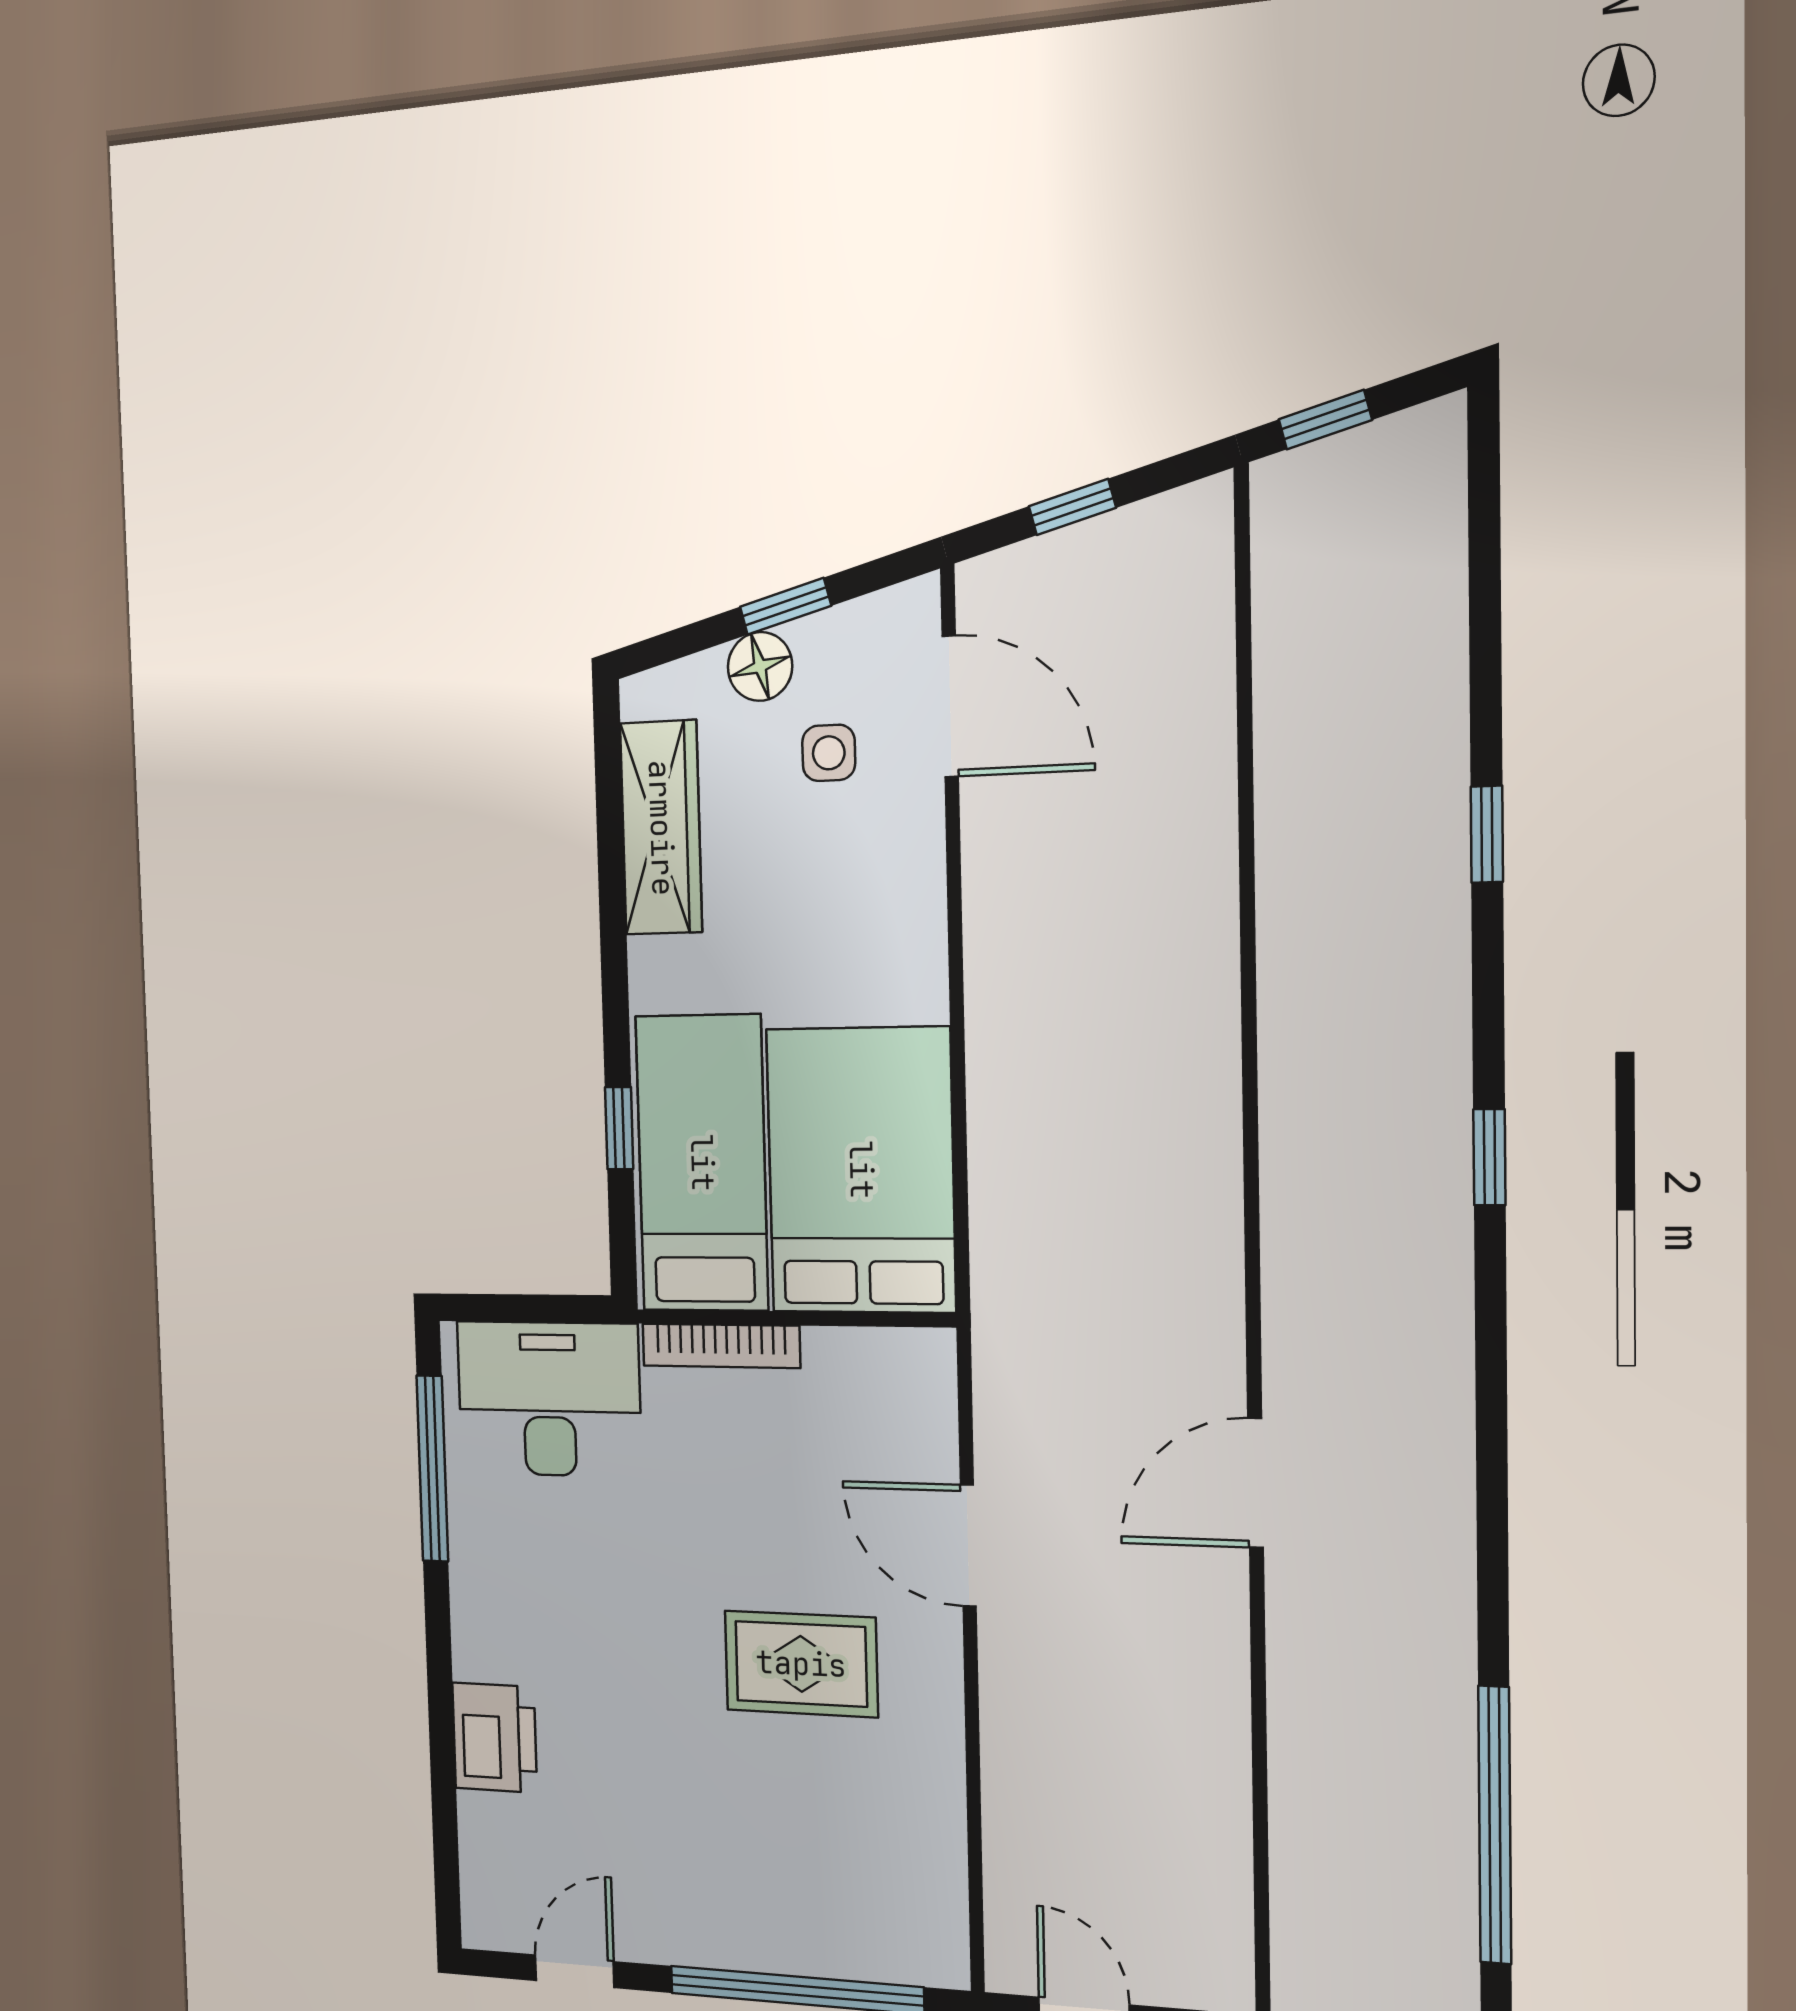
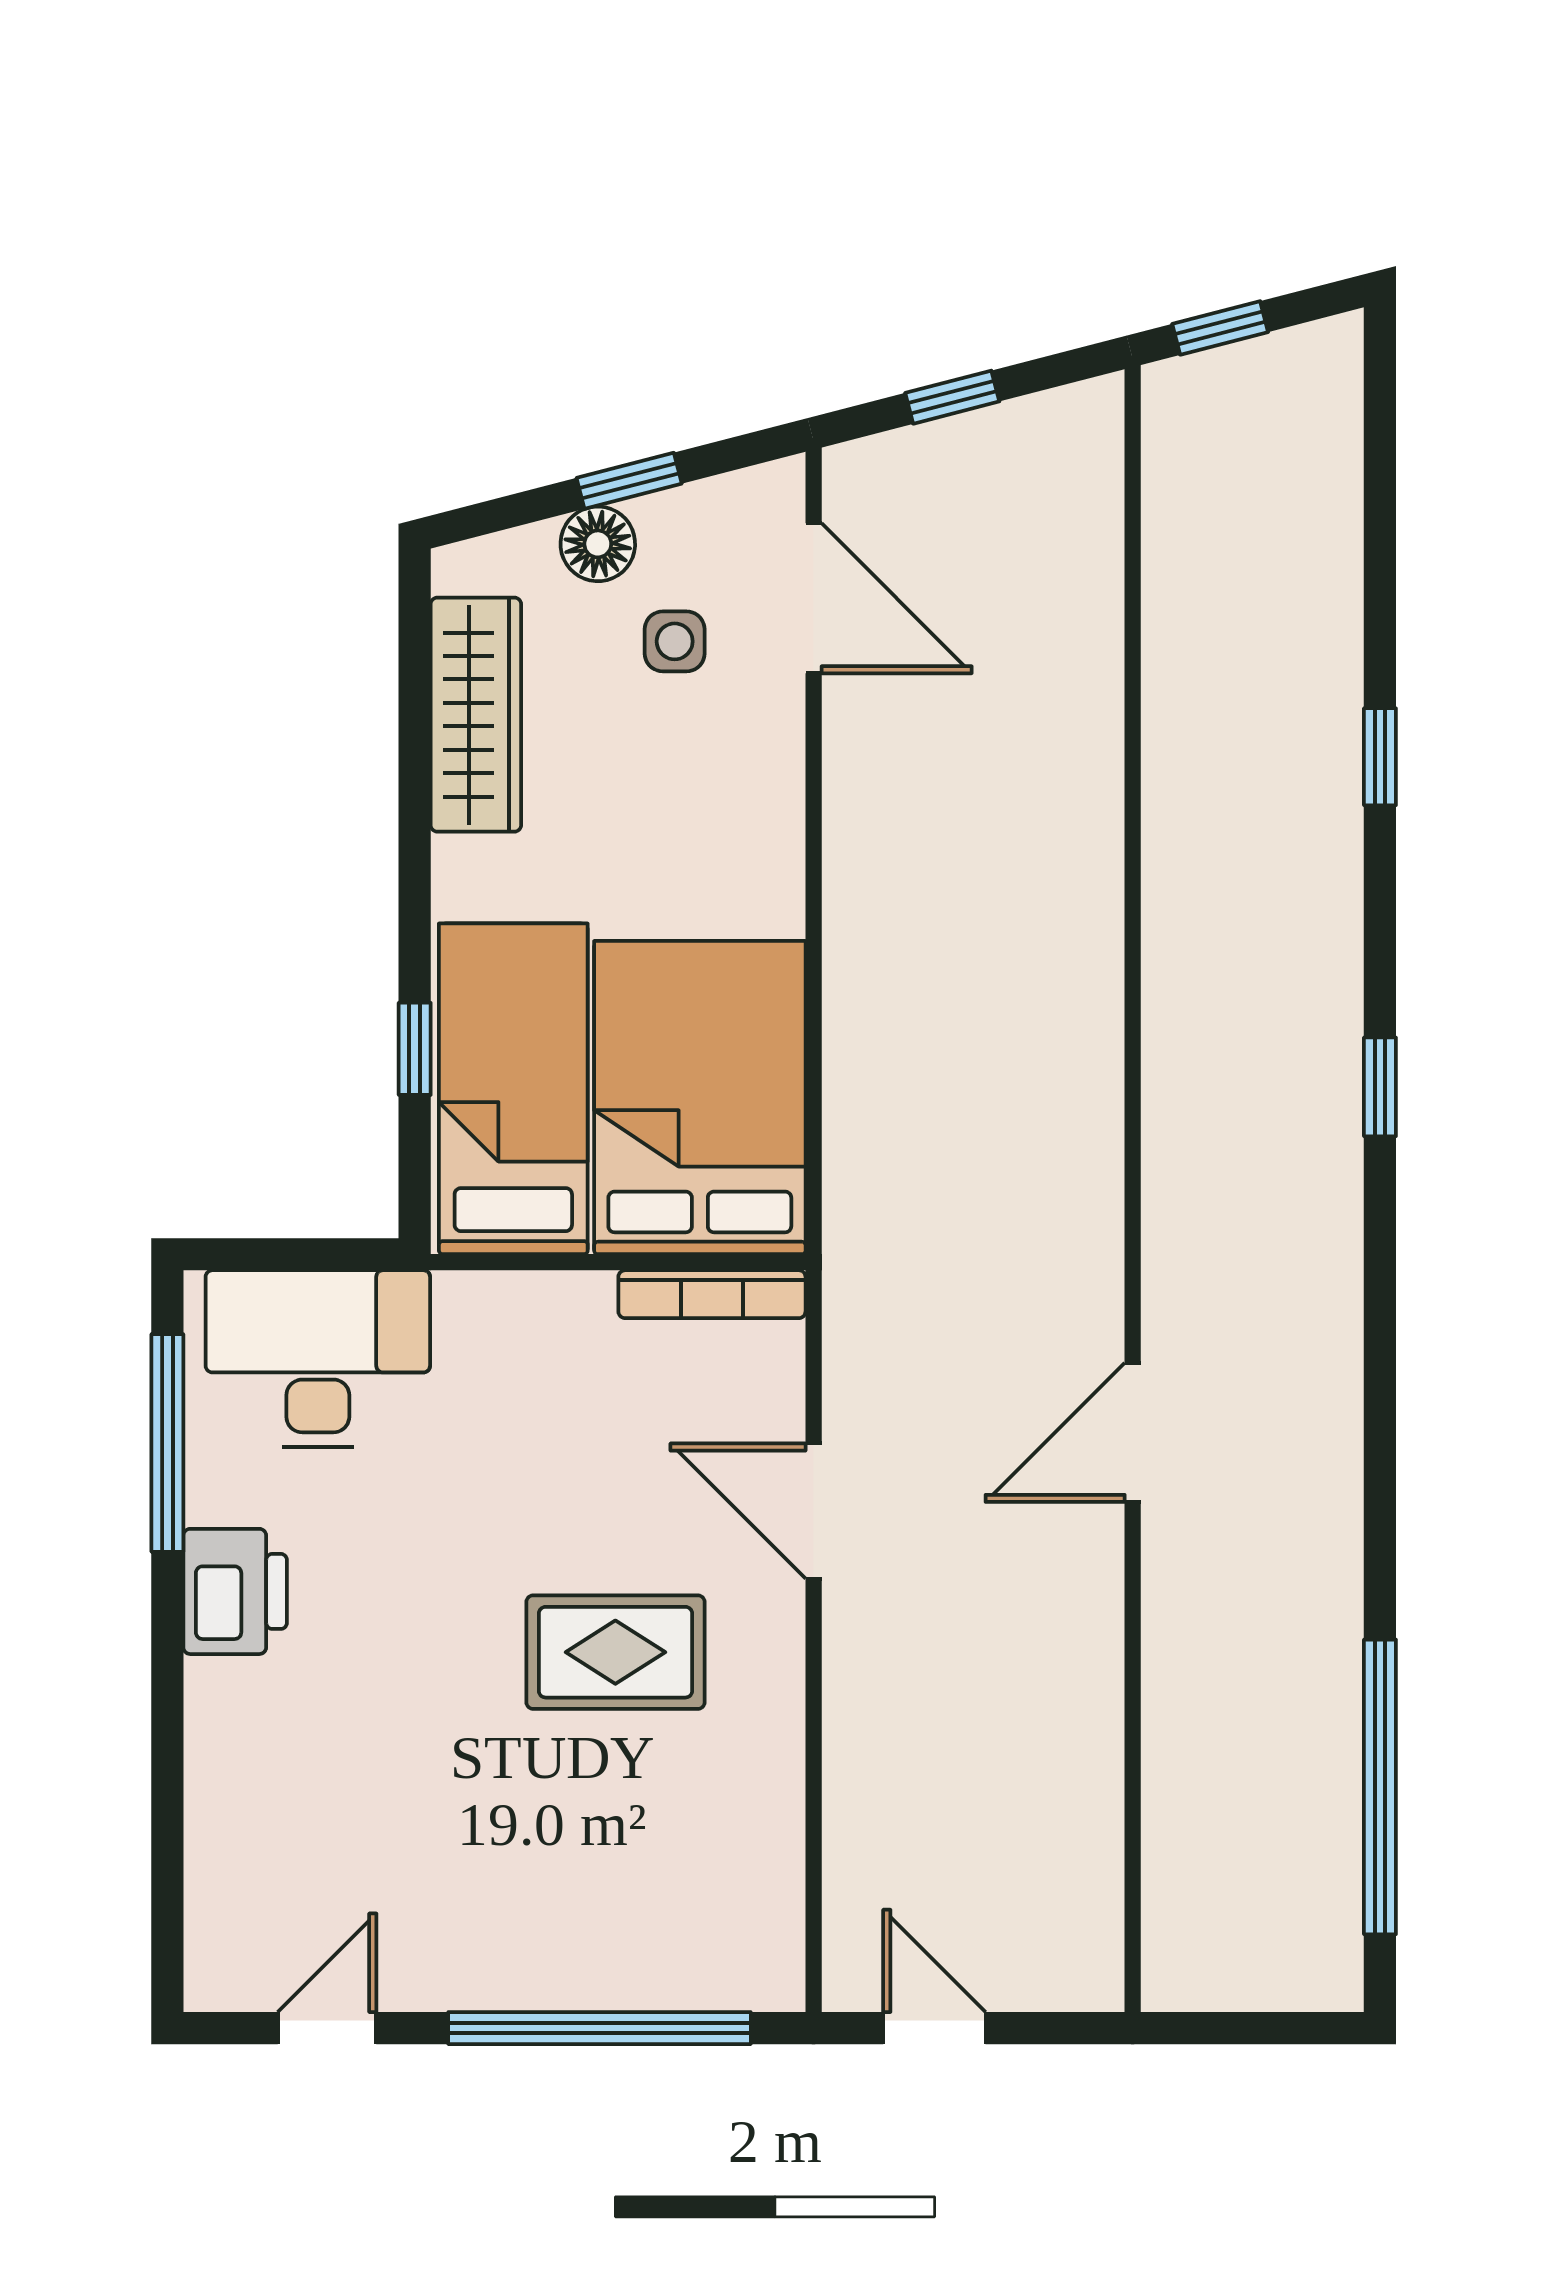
bookcase: (721, 1346) -> (712, 1294), moved
printer: (495, 1738) -> (235, 1591), moved

